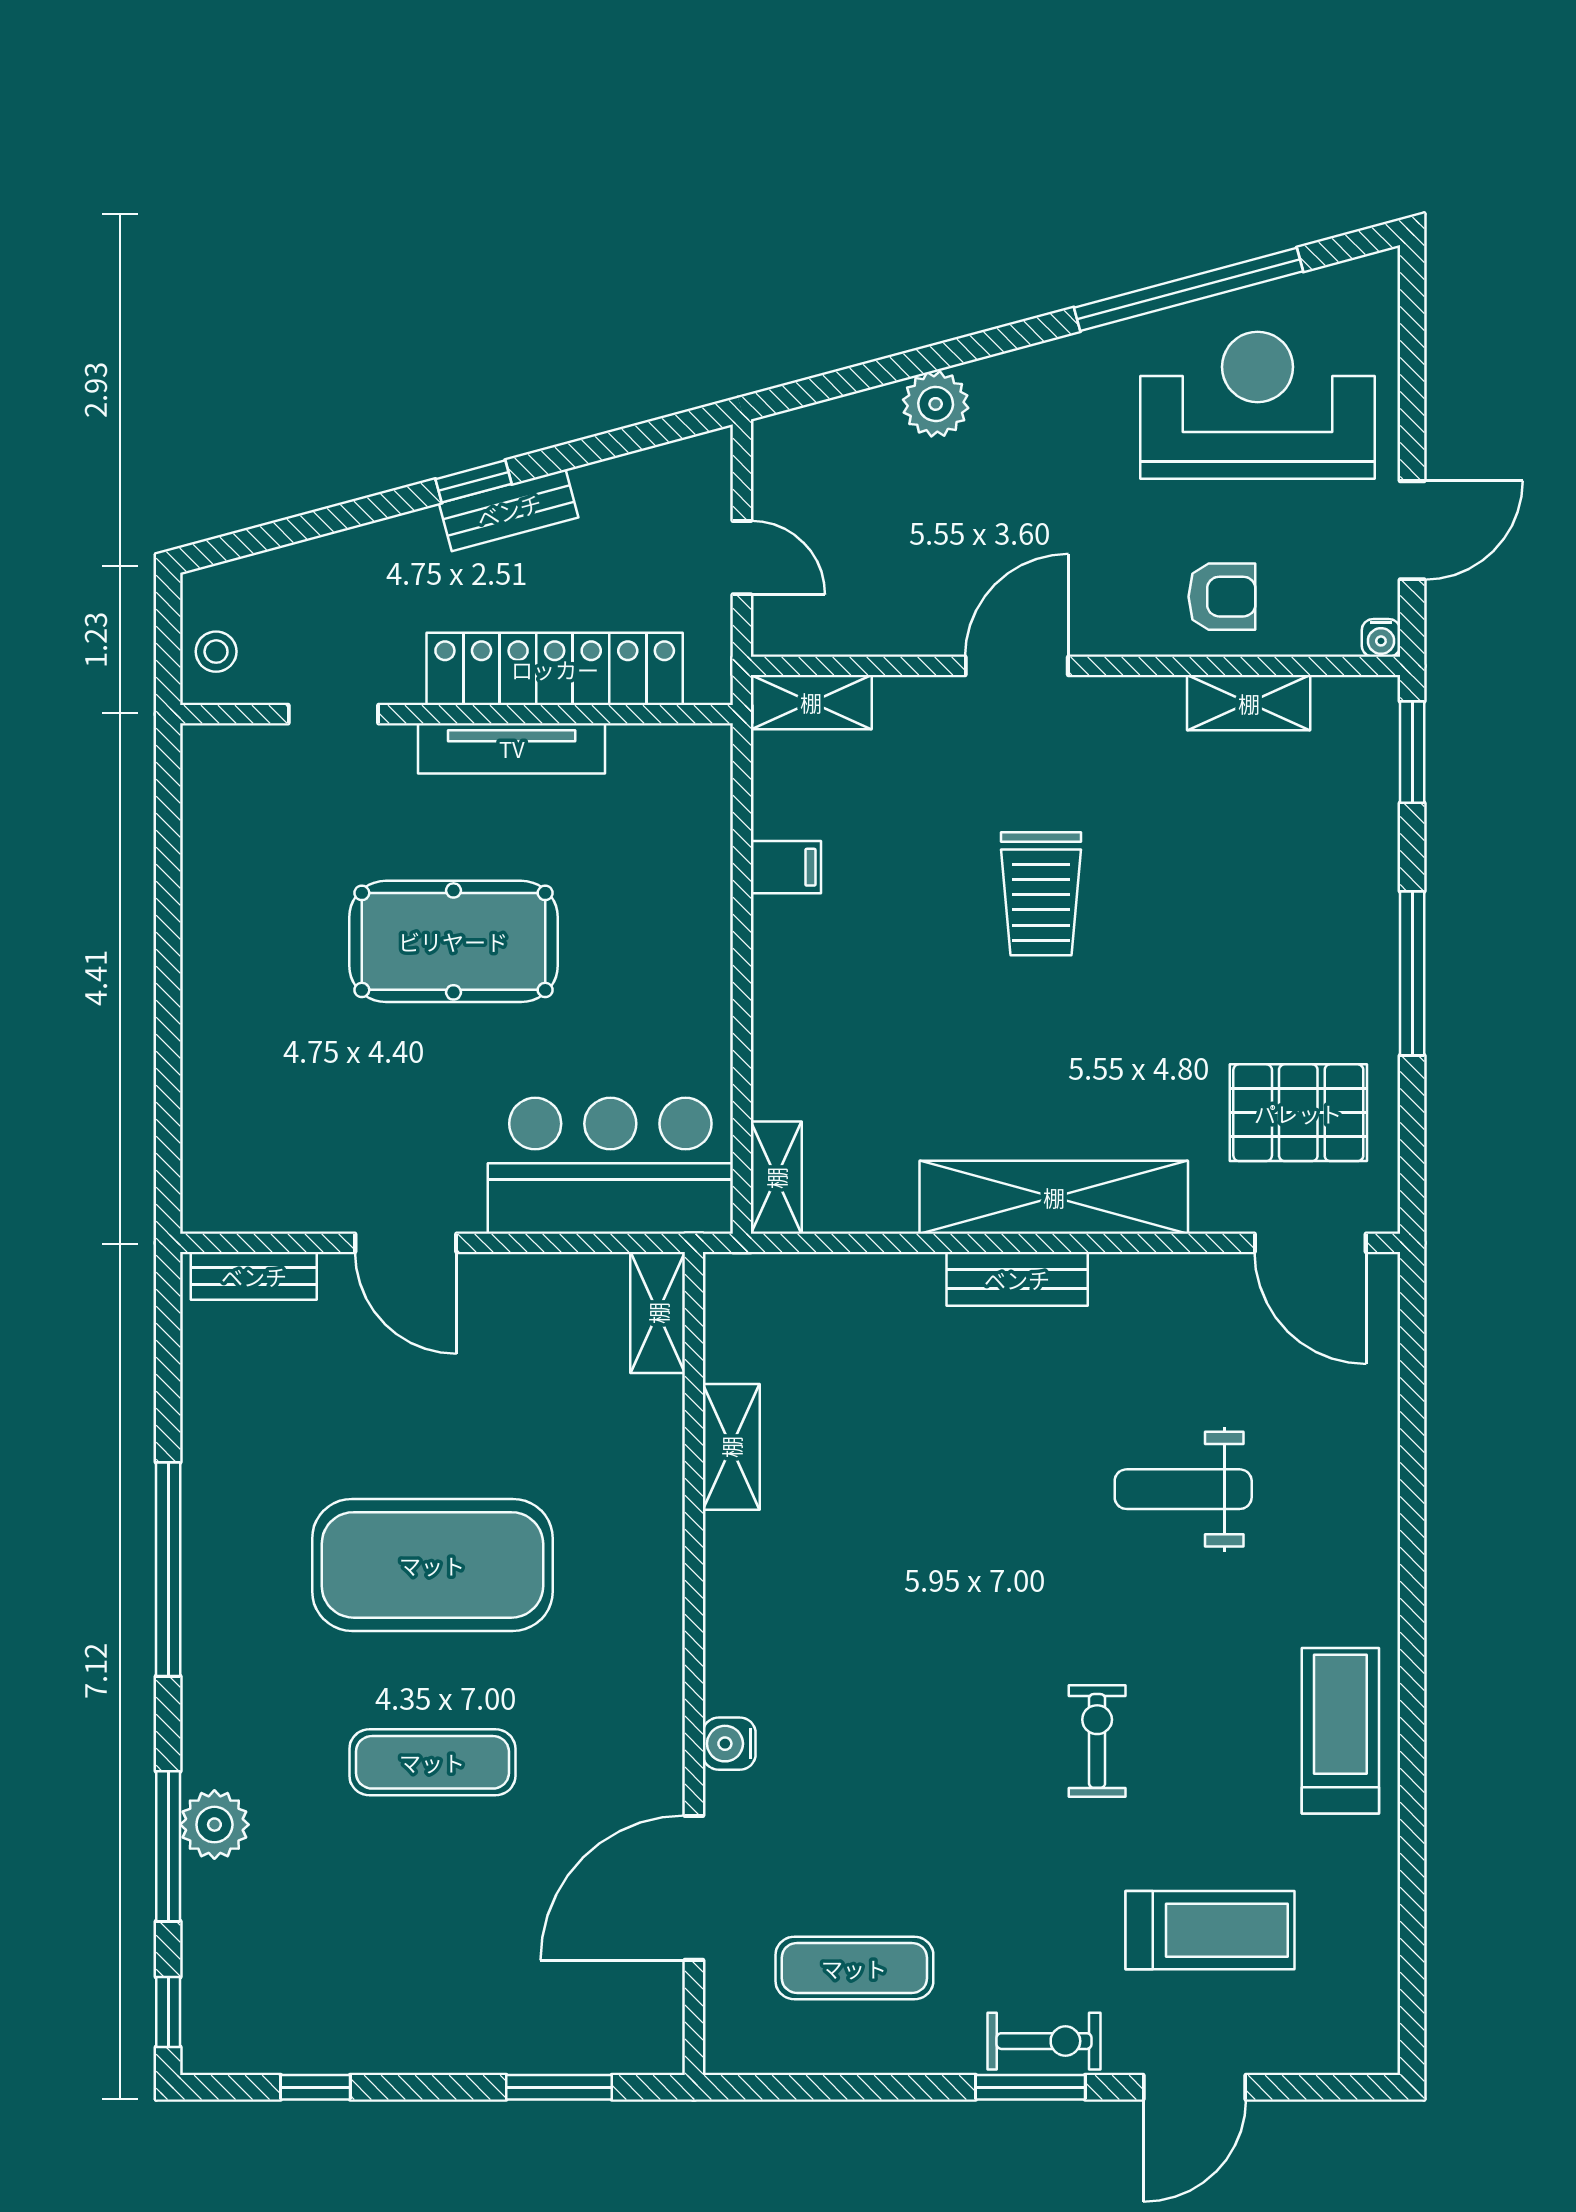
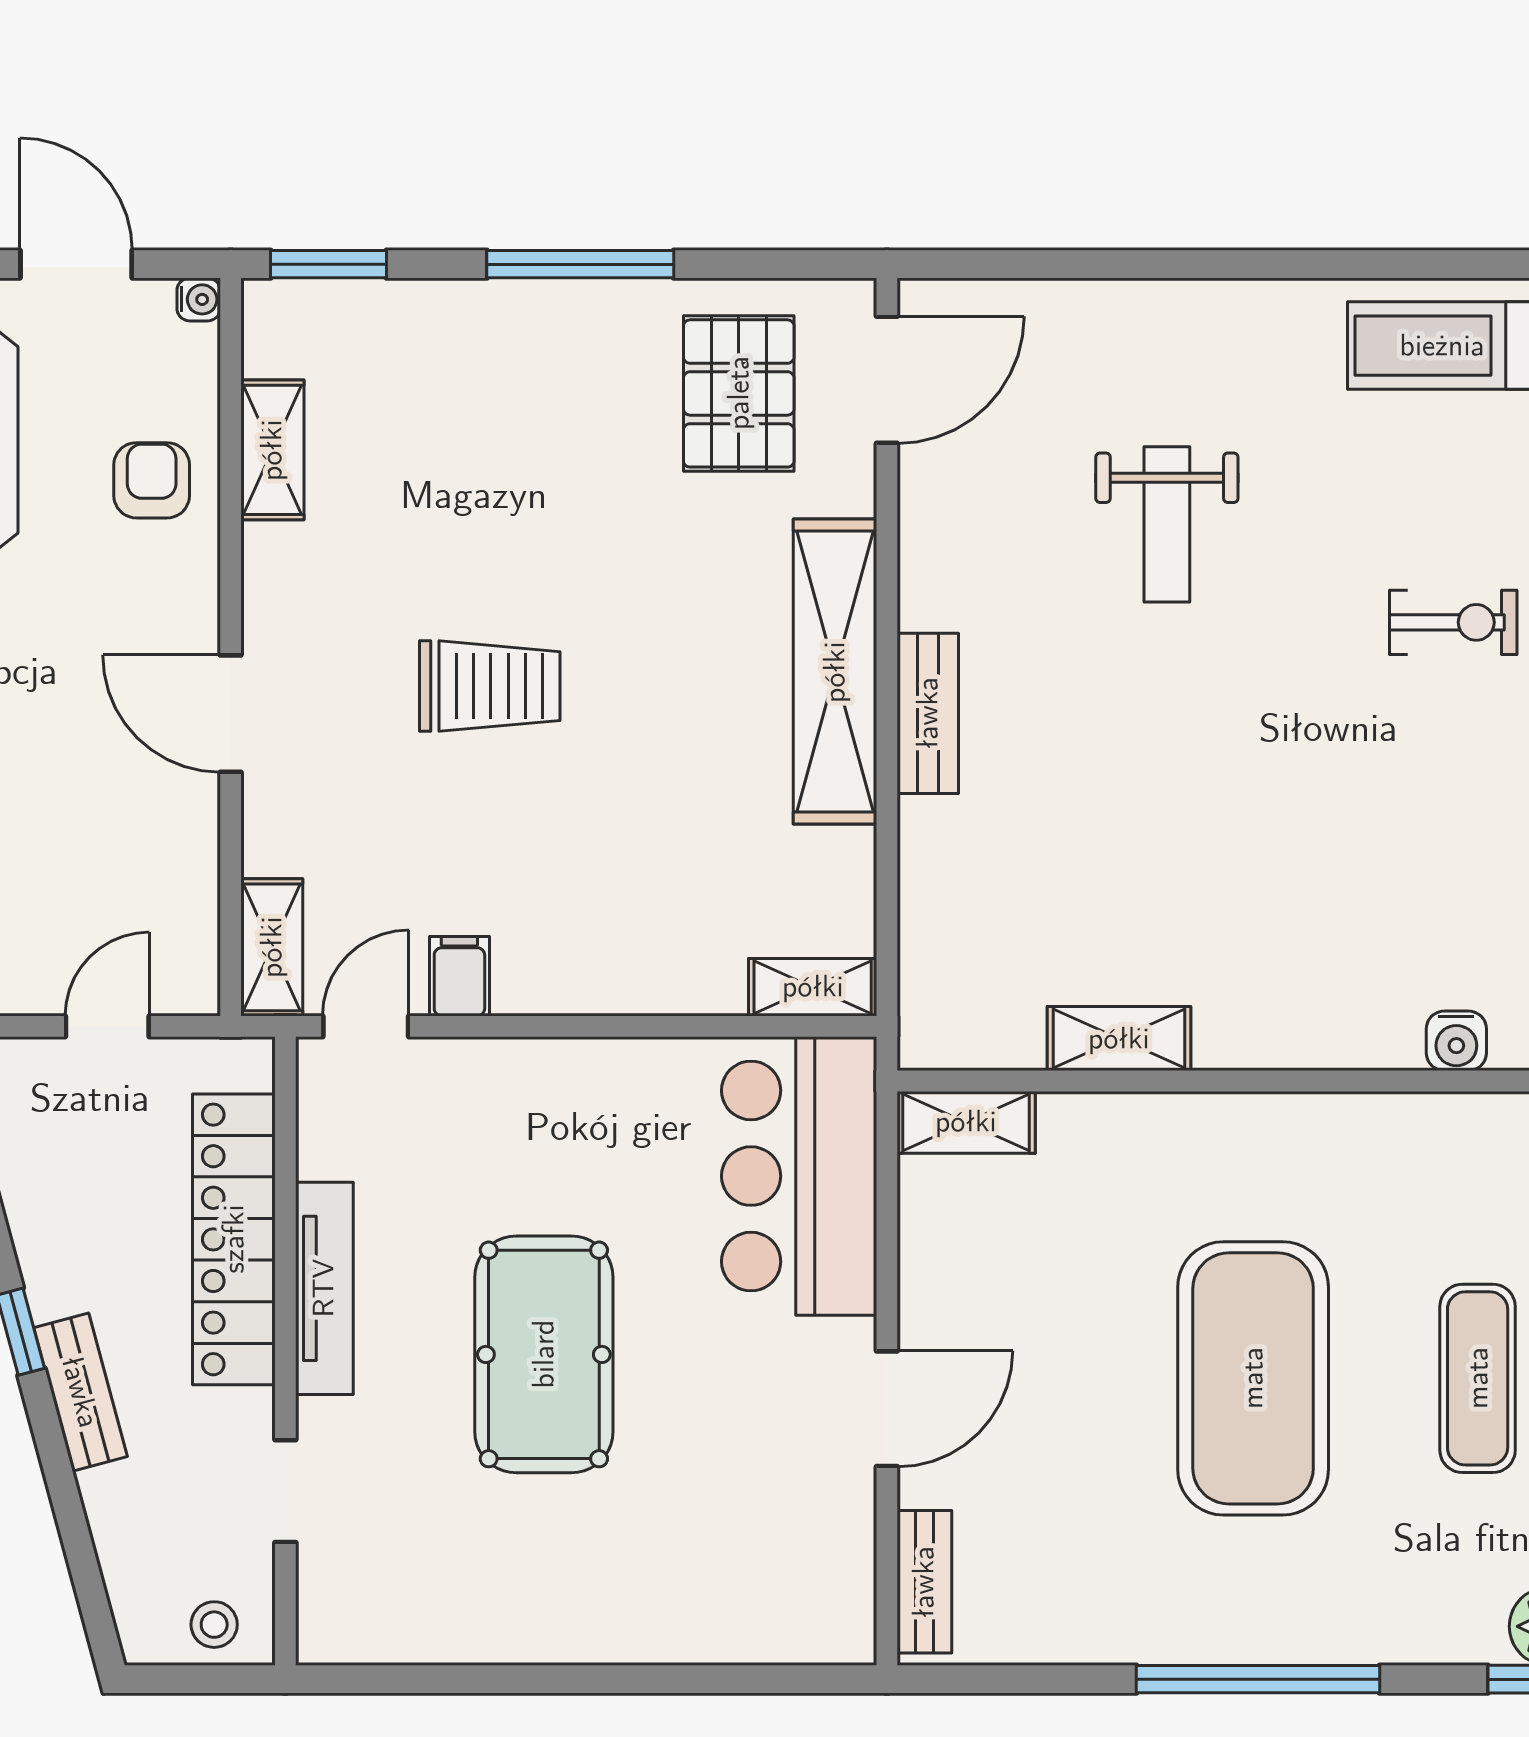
bench: (509, 510) -> (80, 1392), moved
door: (742, 785) -> (366, 1026), added
exercise bike: (1097, 1741) -> (1453, 622), turned 180

